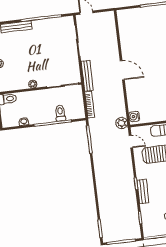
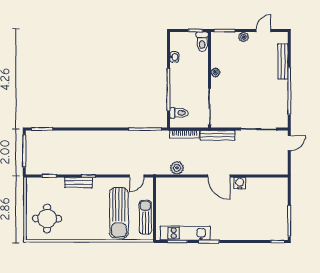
door: (122, 70) -> (219, 176), hinge flipped
toilet: (60, 113) -> (179, 113), moved
water cooler: (134, 117) -> (240, 183), moved
plant: (122, 123) -> (177, 168), moved

